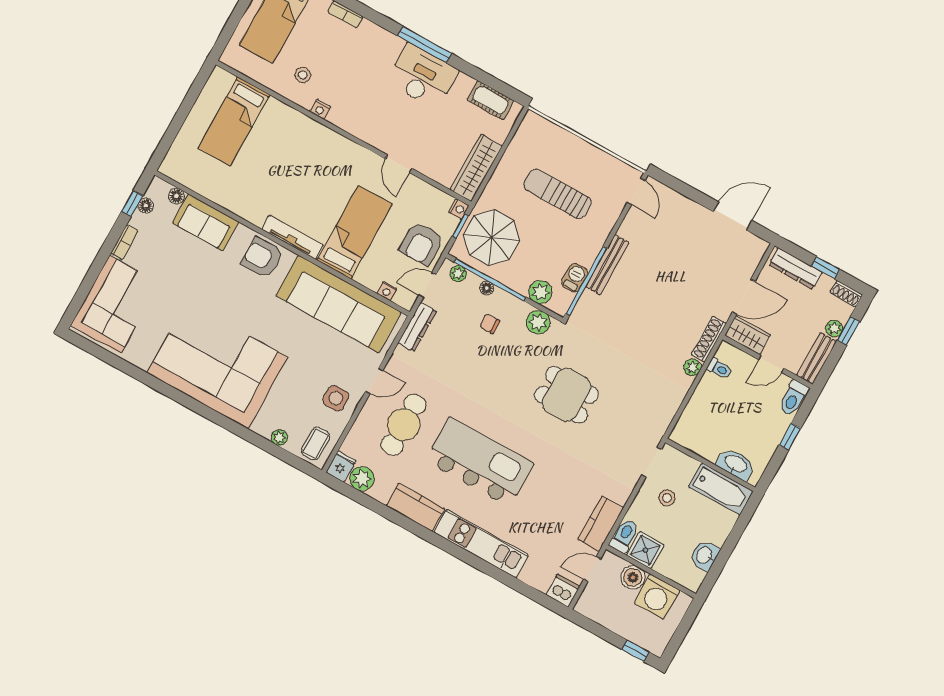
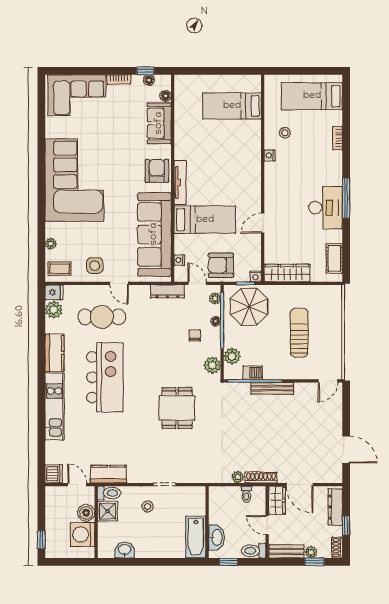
washbasin: (736, 464) -> (217, 538), moved
wall: (710, 465) -> (207, 522), moved
bathtub: (721, 489) -> (196, 537), moved

